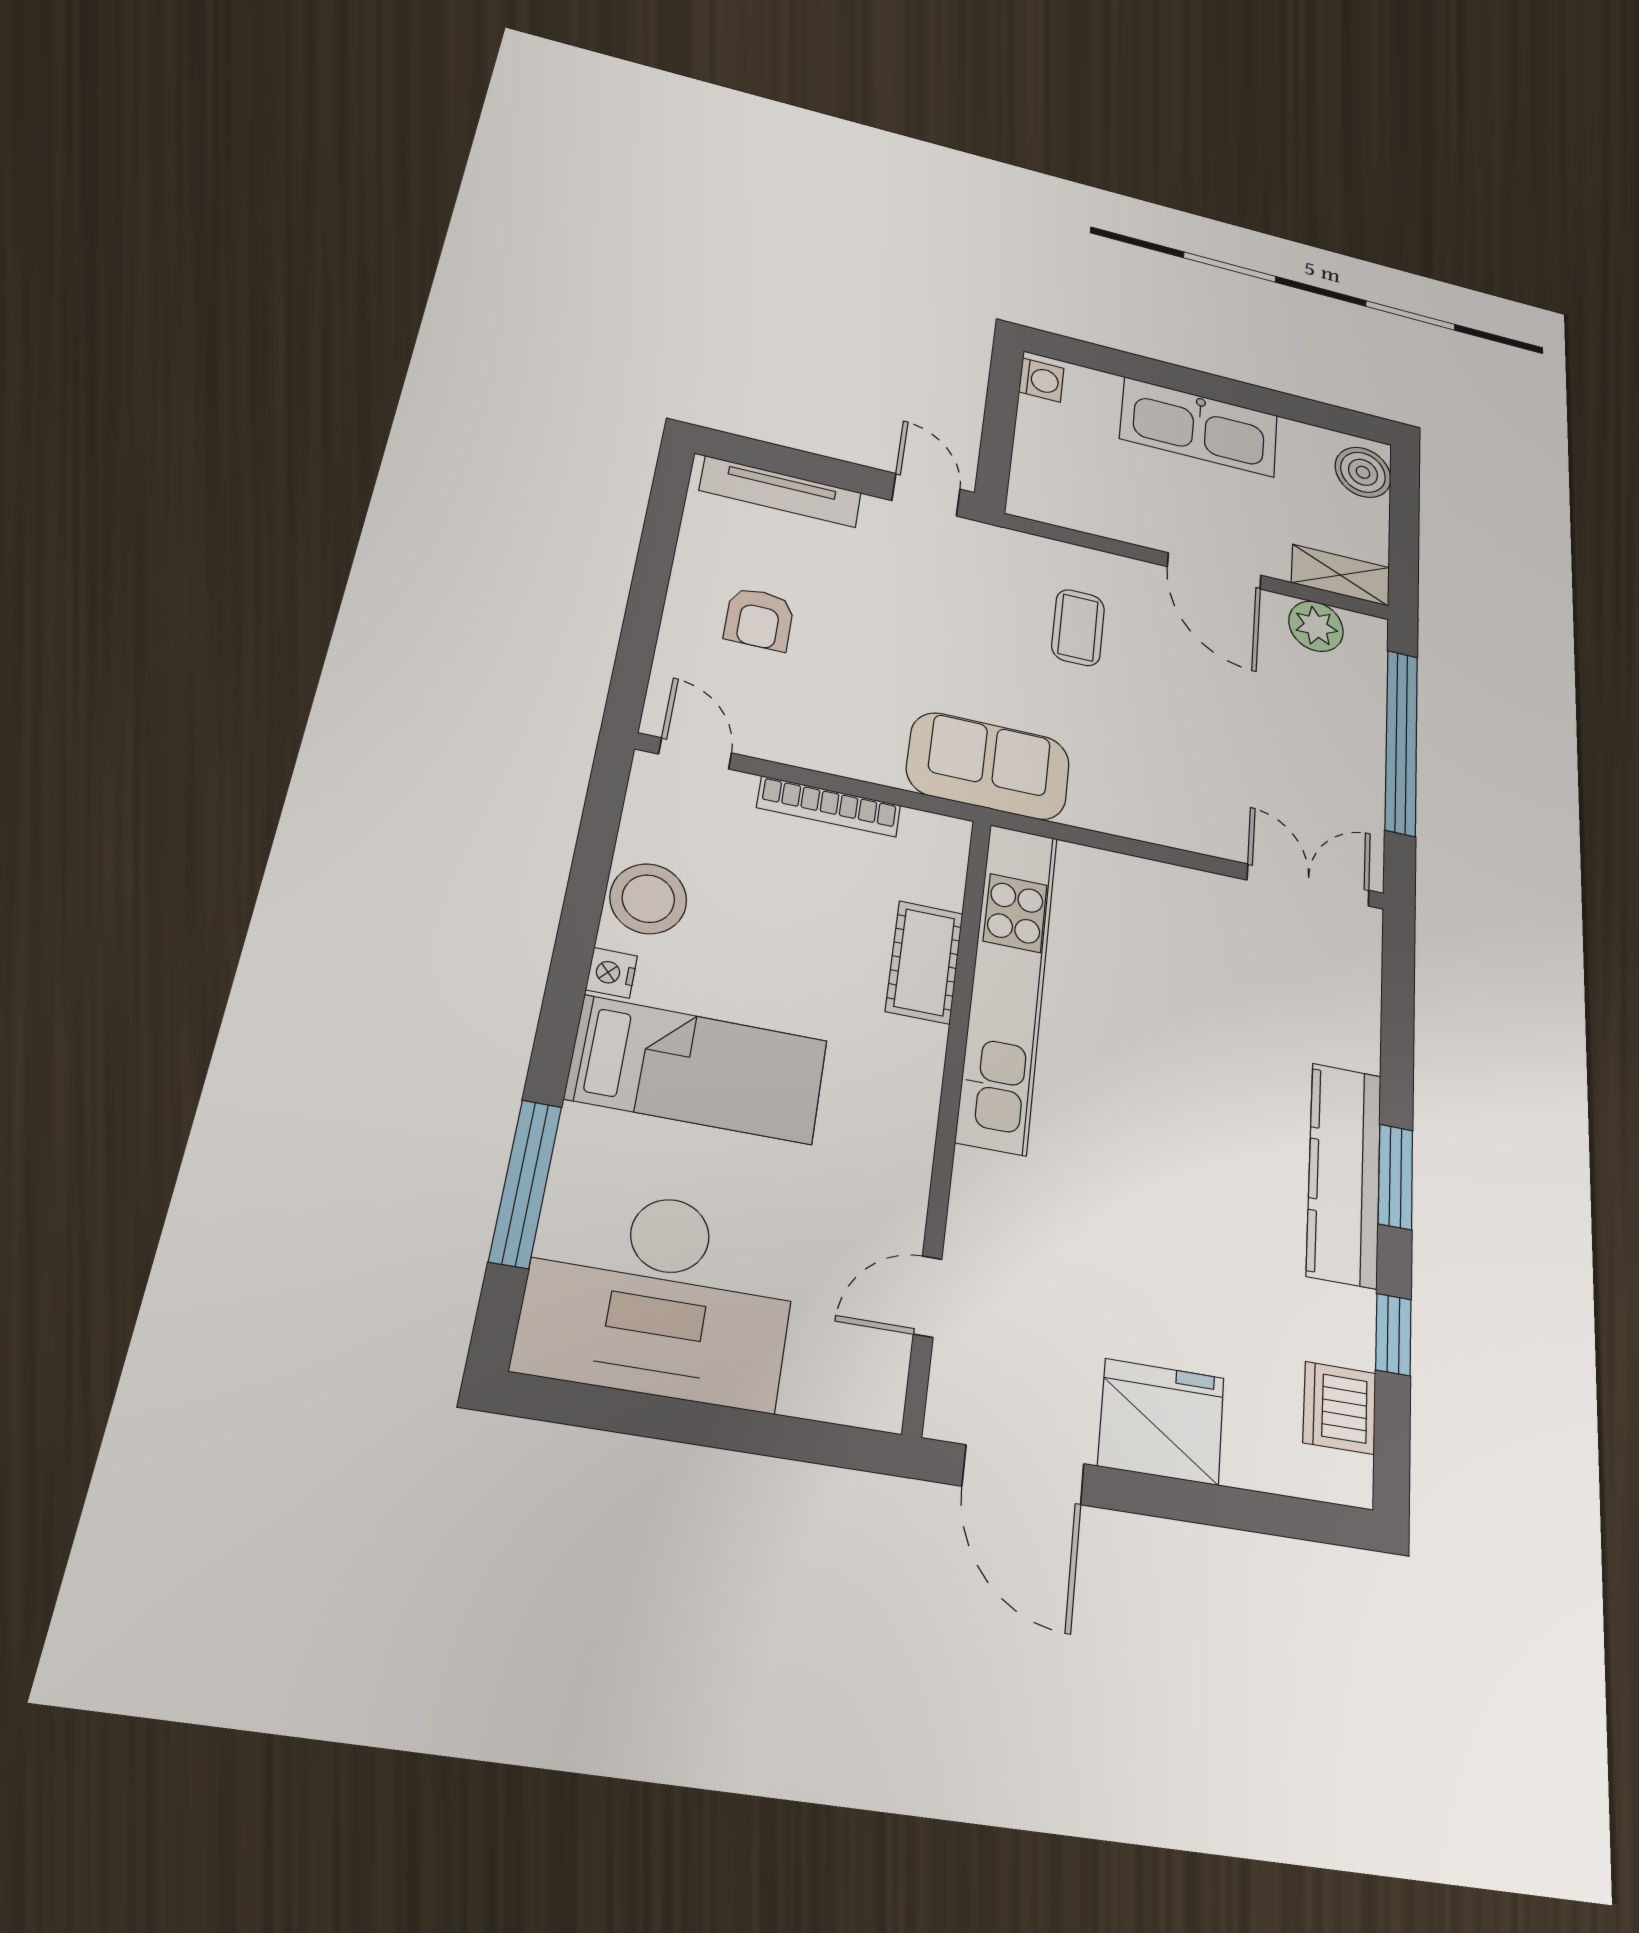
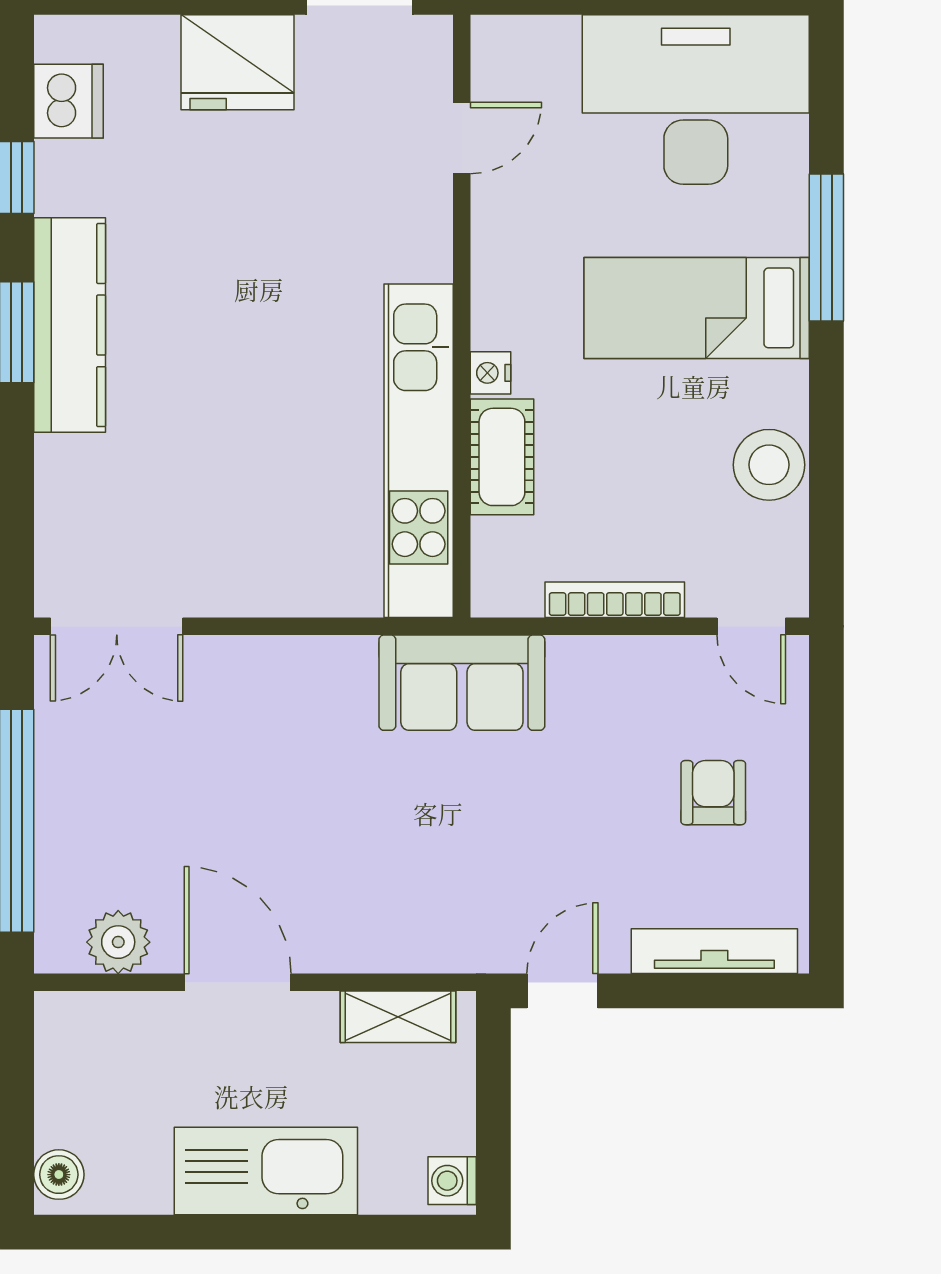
boiler: (1363, 472) -> (59, 1175), width x0.73, depth x0.73
door: (926, 495) -> (562, 991), swing flipped
shelving: (1341, 575) -> (398, 1017), moved
coffee table: (1078, 627) -> (383, 870), removed
nightstand: (612, 973) -> (491, 373), moved, turned 180
window: (525, 1183) -> (826, 248), moved

